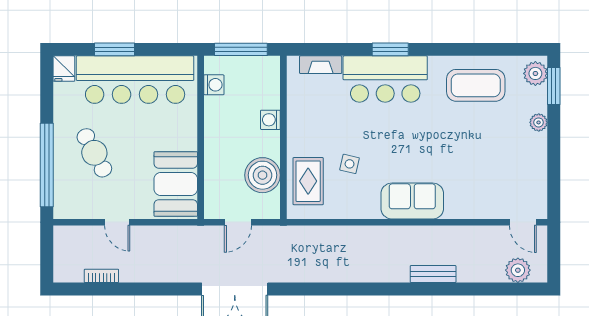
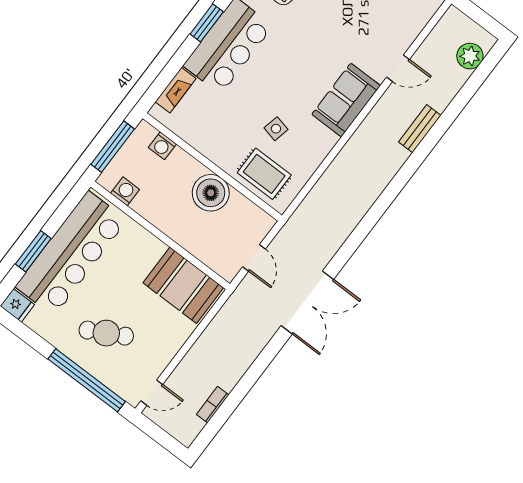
washing machine: (270, 120) -> (162, 146), moved
boiler: (263, 175) -> (211, 193), moved
door: (117, 222) -> (152, 393), moved
door: (523, 222) -> (398, 68), moved

